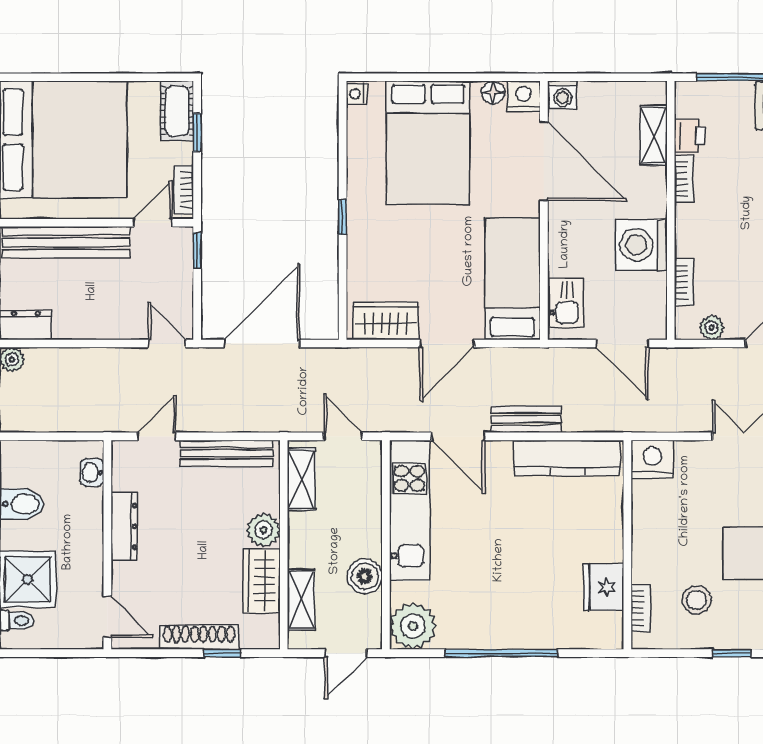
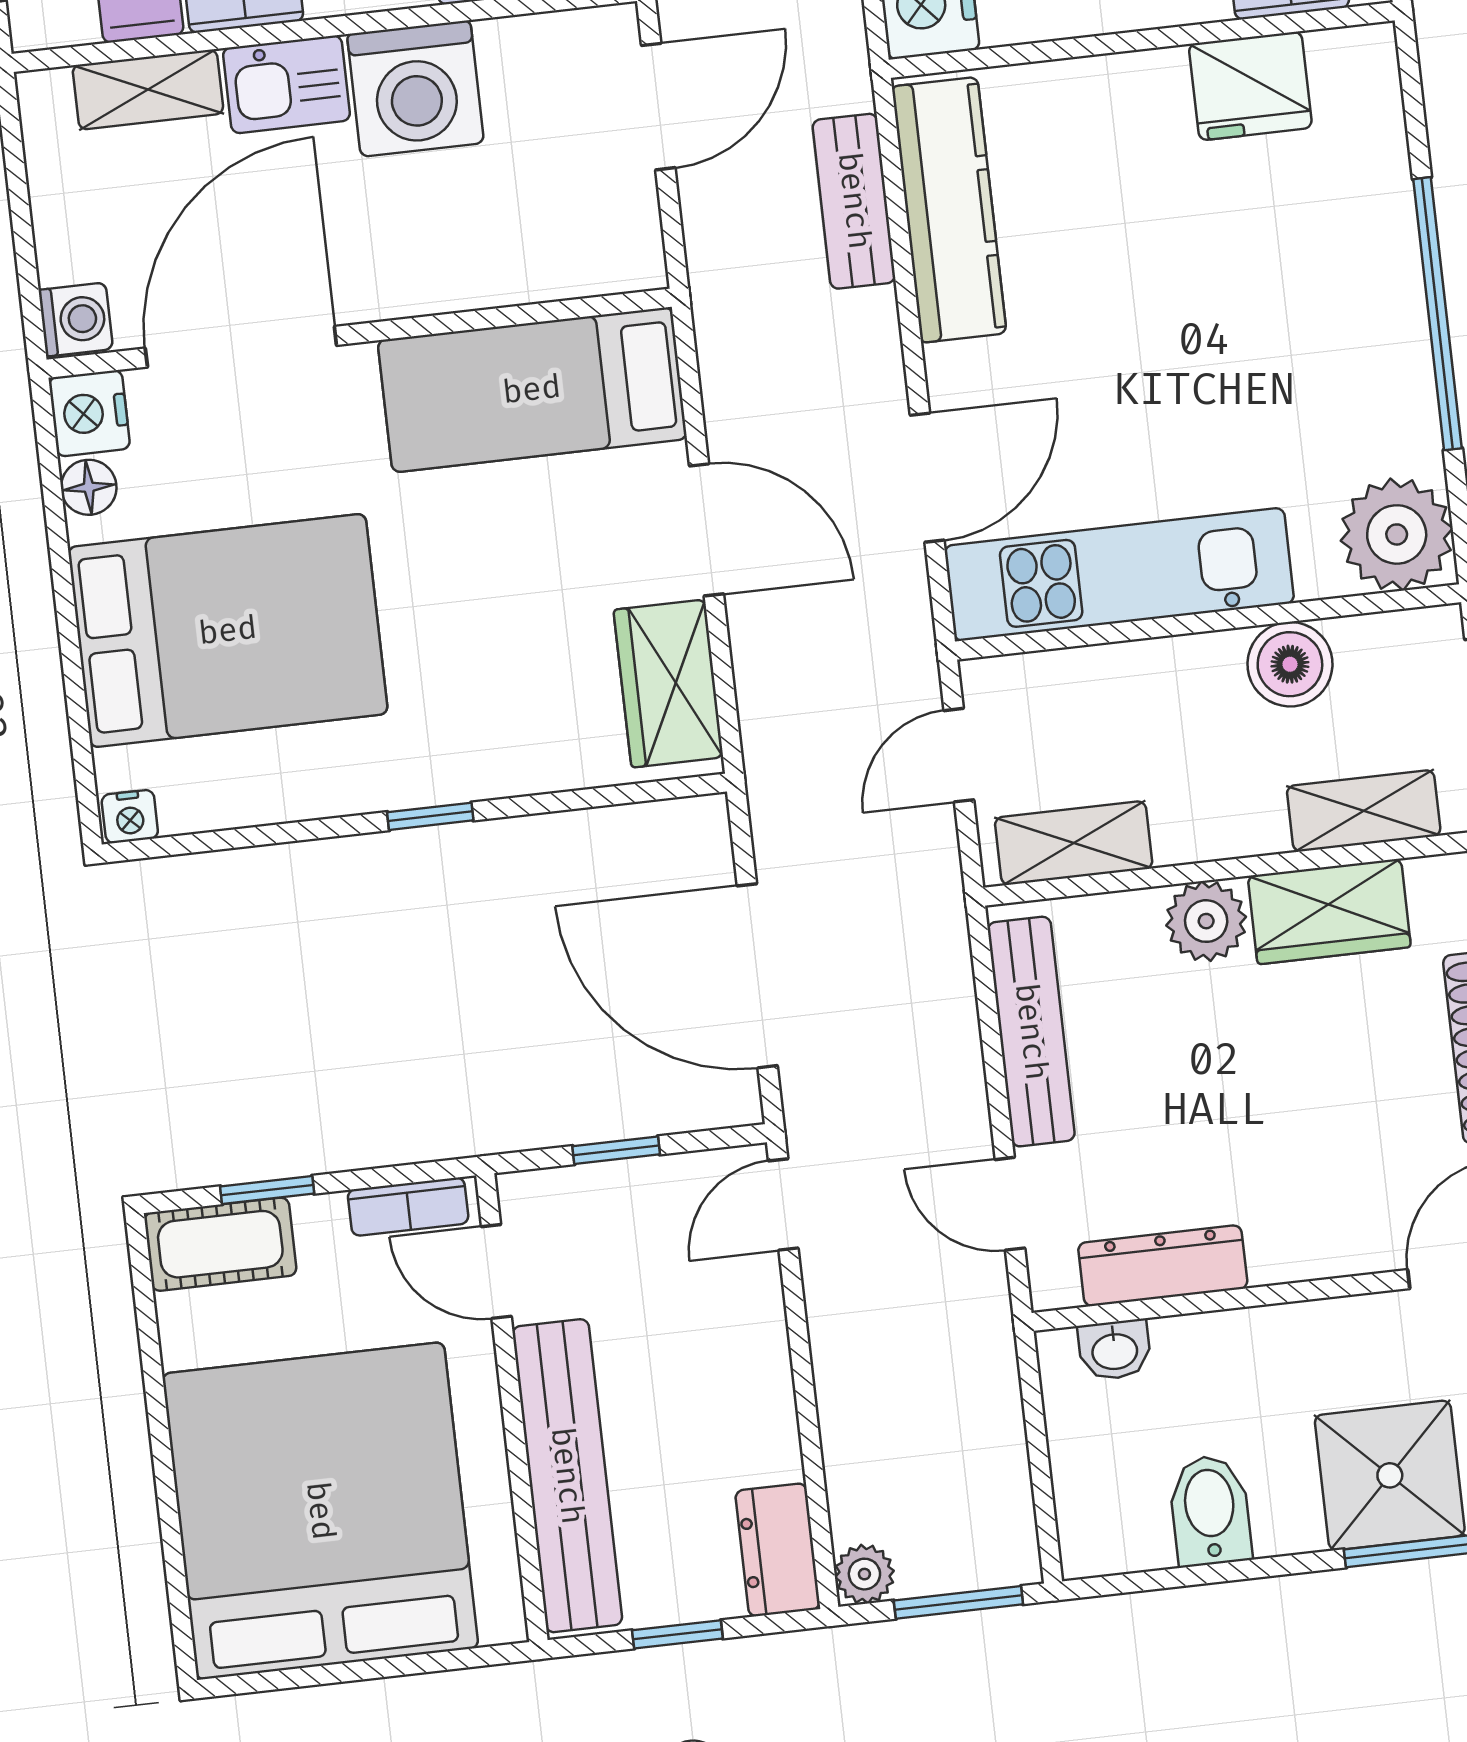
window: (197, 251) -> (616, 1150), moved
kitchen sink: (565, 303) -> (286, 84), moved, turned 180
bench: (526, 419) -> (854, 201), moved
dresser: (124, 526) -> (1163, 1266), moved

